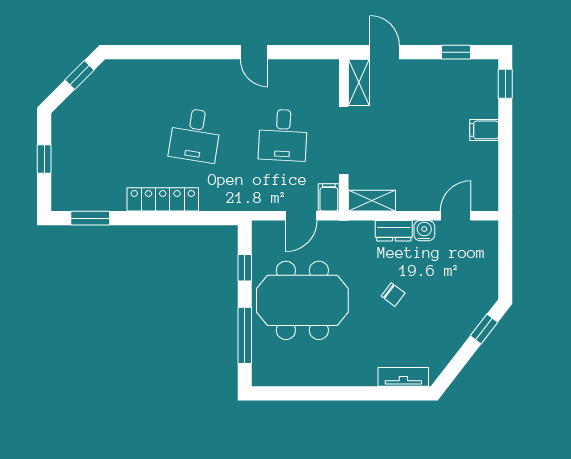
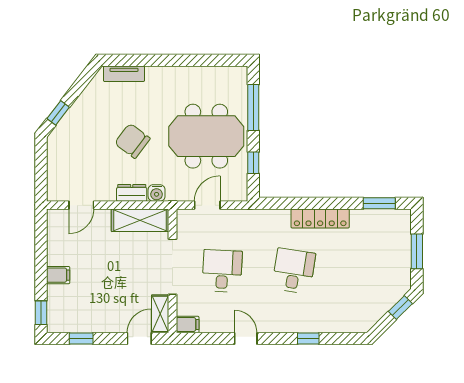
window: (177, 52) -> (308, 339), added
door: (385, 52) -> (139, 339), swing flipped
window: (79, 75) -> (400, 307), moved
window: (44, 159) -> (417, 251), width x1.50
filing cabinet: (329, 197) -> (188, 324), moved, turned -90
shelving: (372, 201) -> (140, 220), width x1.50, depth x1.33
water cooler: (424, 231) -> (157, 193), moved
chair: (393, 295) -> (132, 141), width x1.87, depth x1.87

